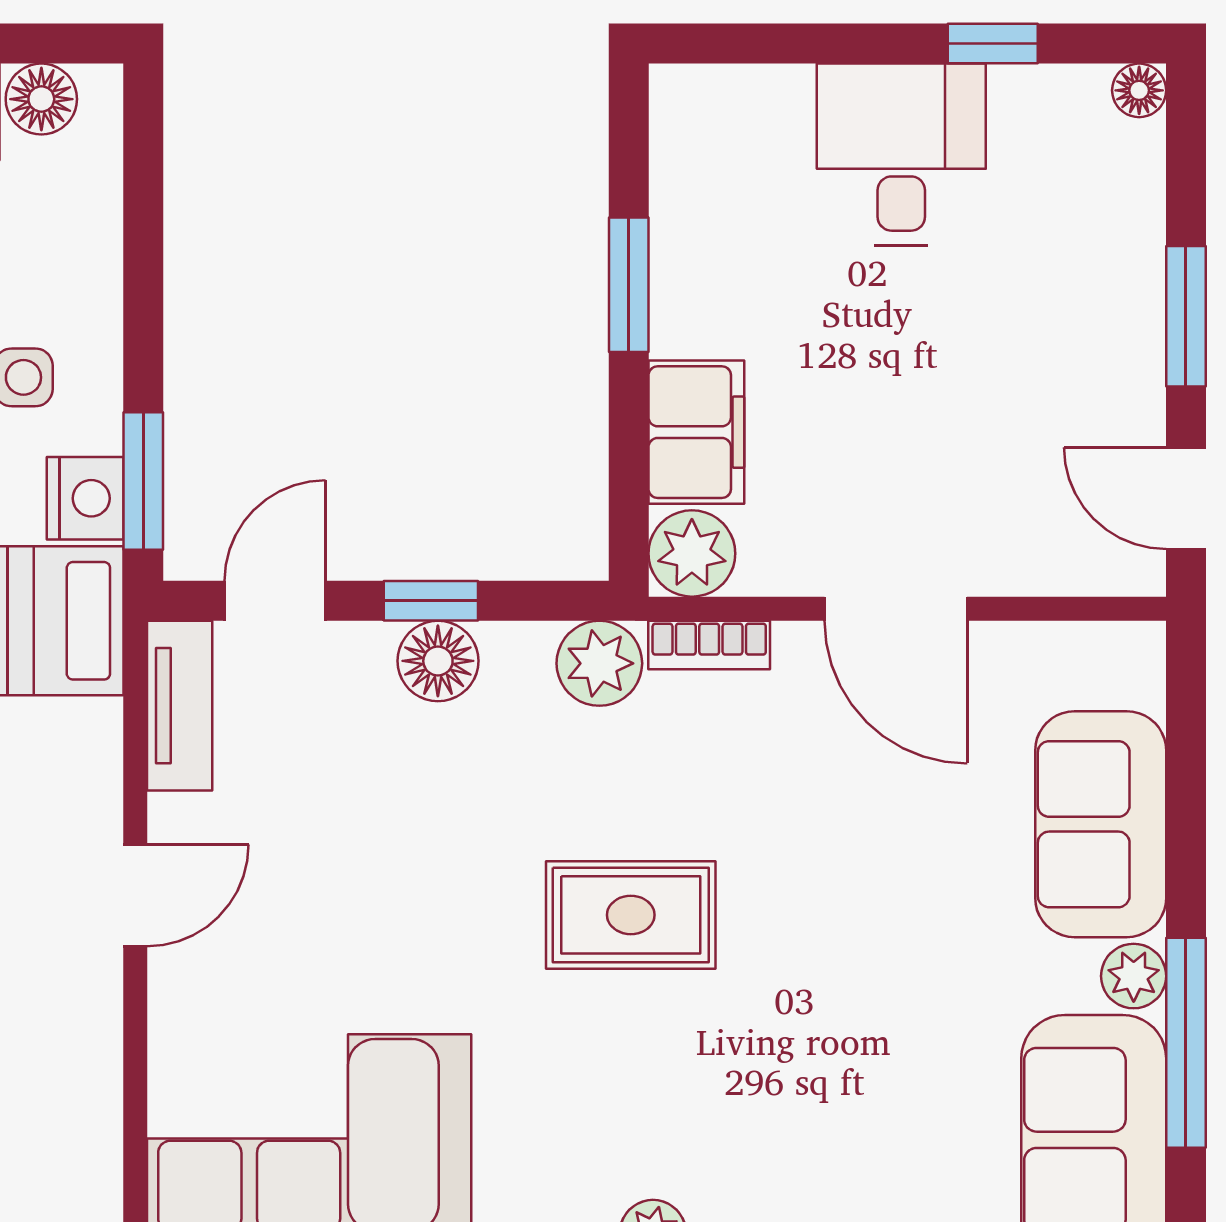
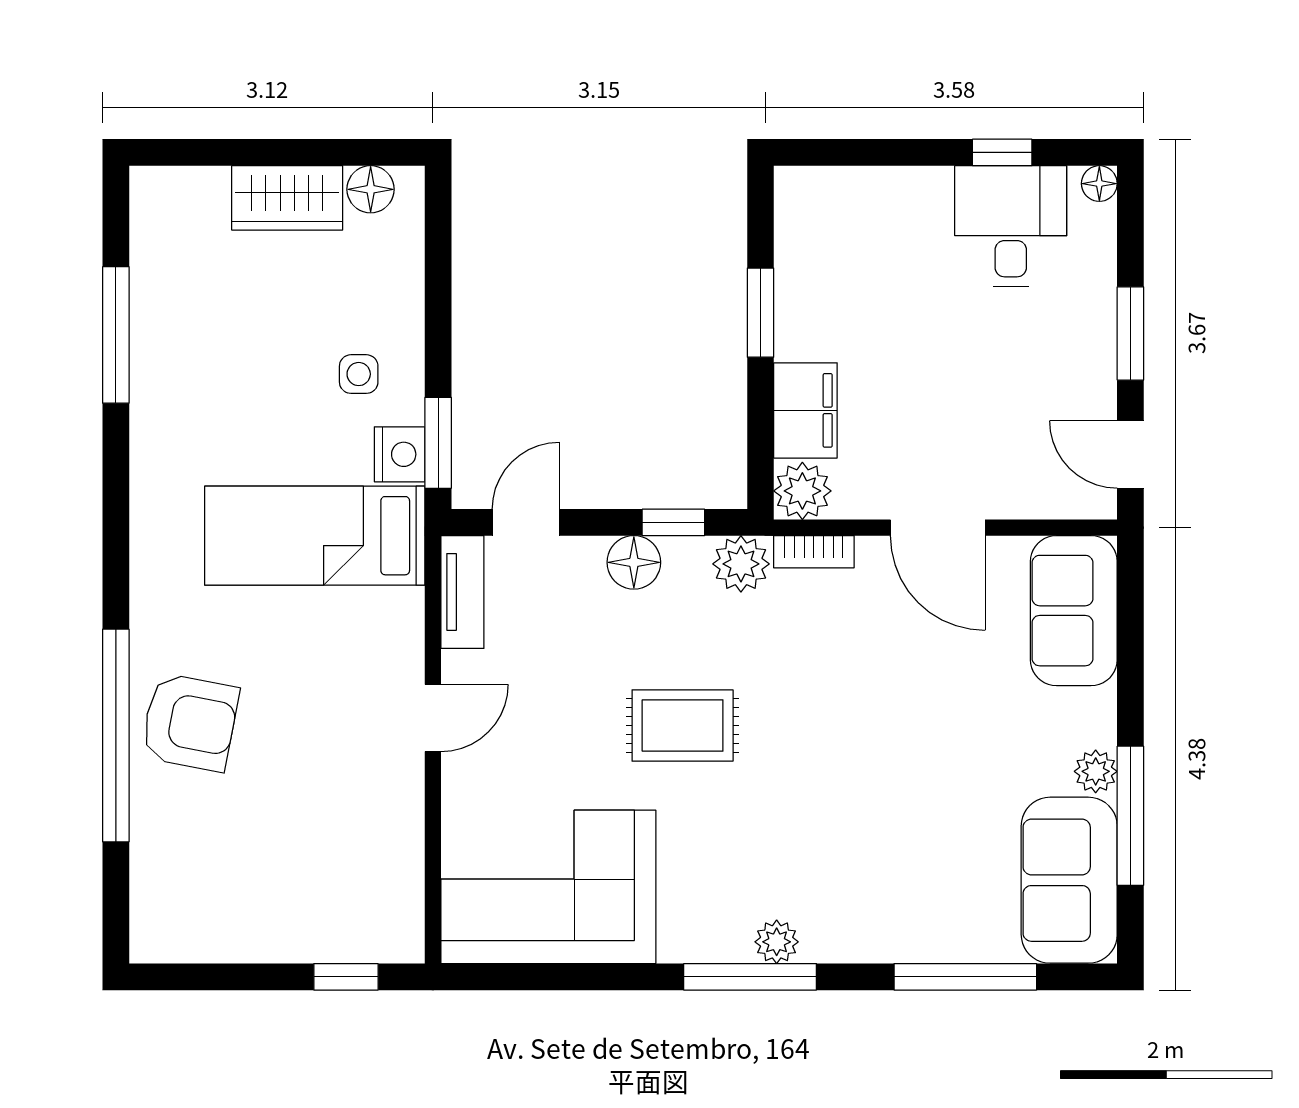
desk: (901, 154) -> (1011, 226), moved
window: (431, 601) -> (673, 522), moved
sofa: (1101, 824) -> (1074, 611), moved
rug: (631, 915) -> (683, 726), moved

